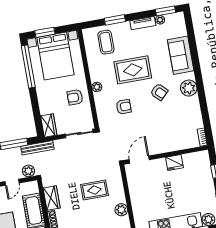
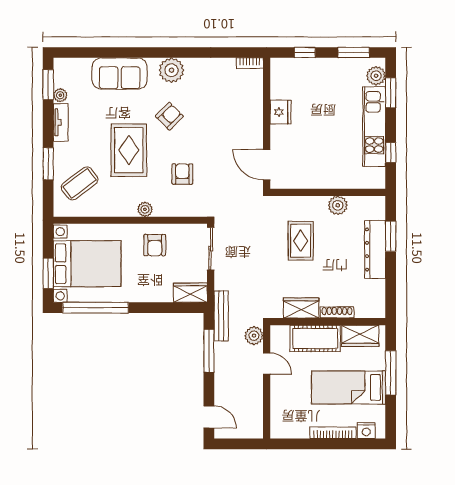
coffee table: (106, 42) -> (80, 183), turned -37

